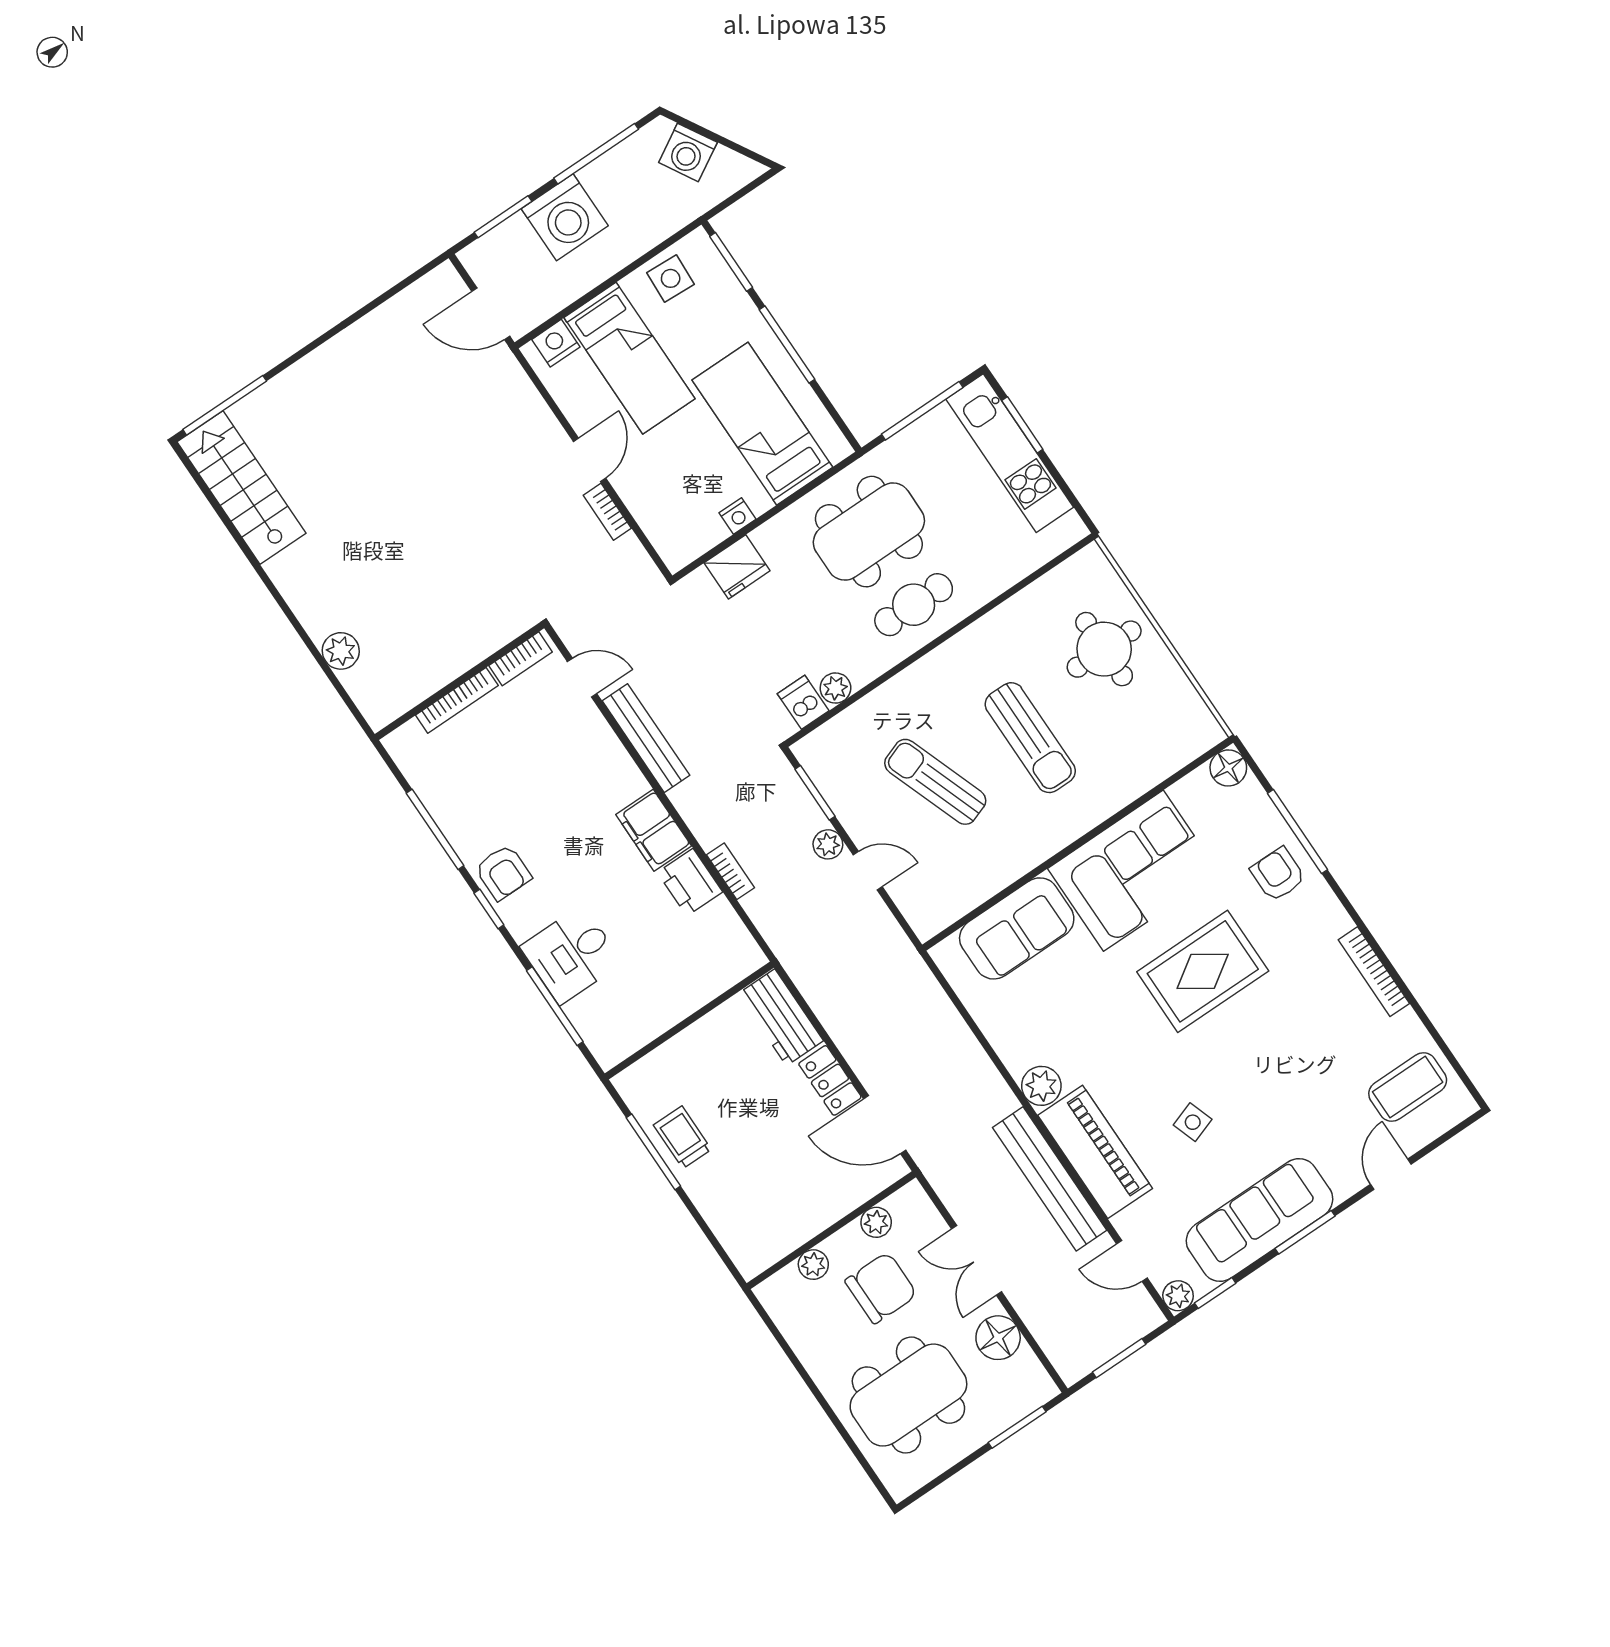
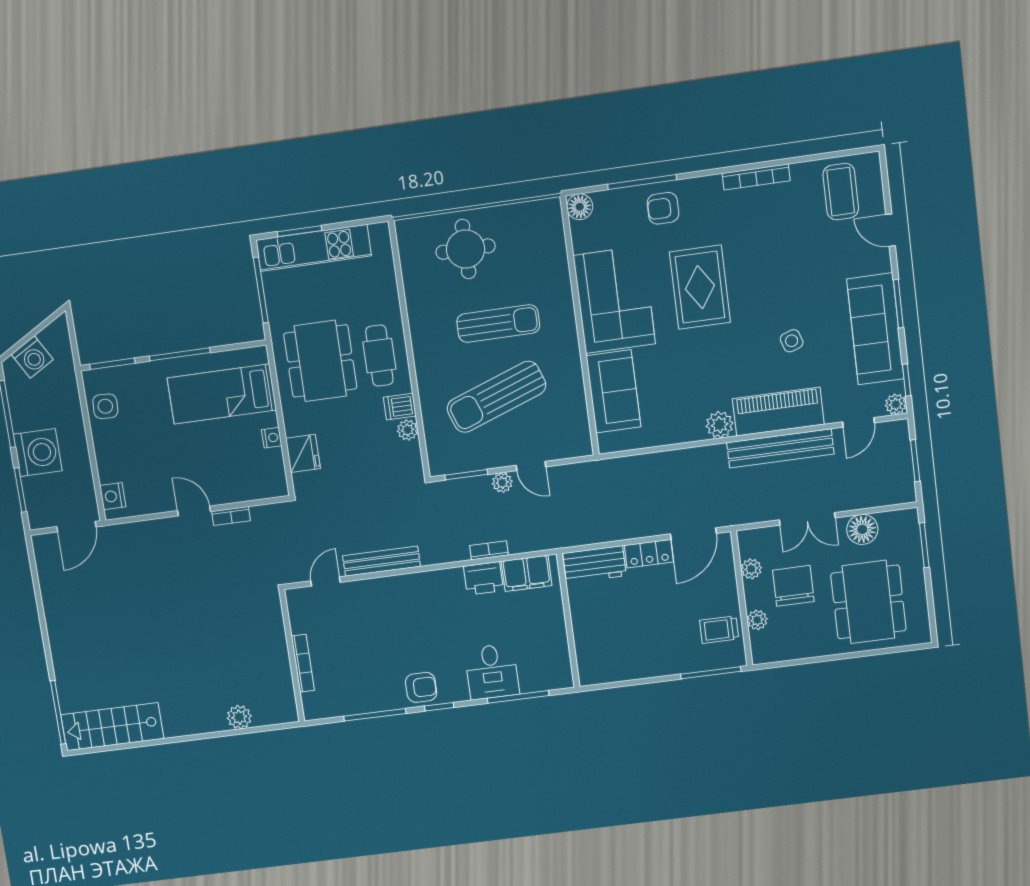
bed: (629, 358) -> (143, 456), removed
bookcase: (520, 659) -> (296, 613), removed
dishwasher: (803, 702) -> (400, 407), moved
sun lounger: (935, 782) -> (496, 397), width x1.36, depth x1.34
filing cabinet: (654, 830) -> (527, 573), moved
door: (868, 871) -> (531, 466), swing flipped
trolley: (682, 1137) -> (719, 630), moved
window: (653, 1152) -> (711, 673), moved

